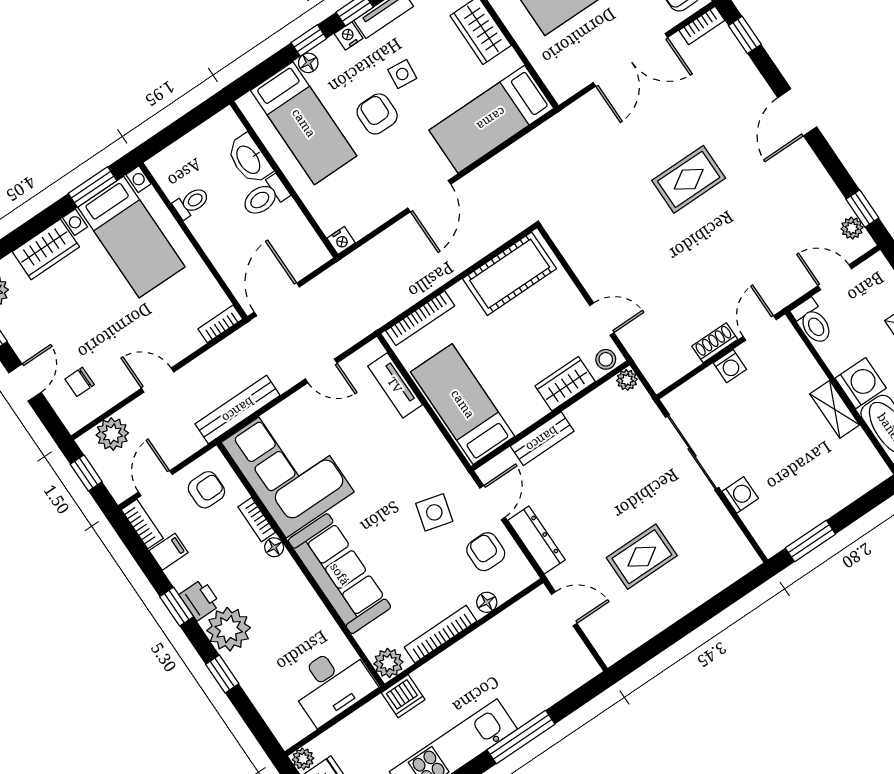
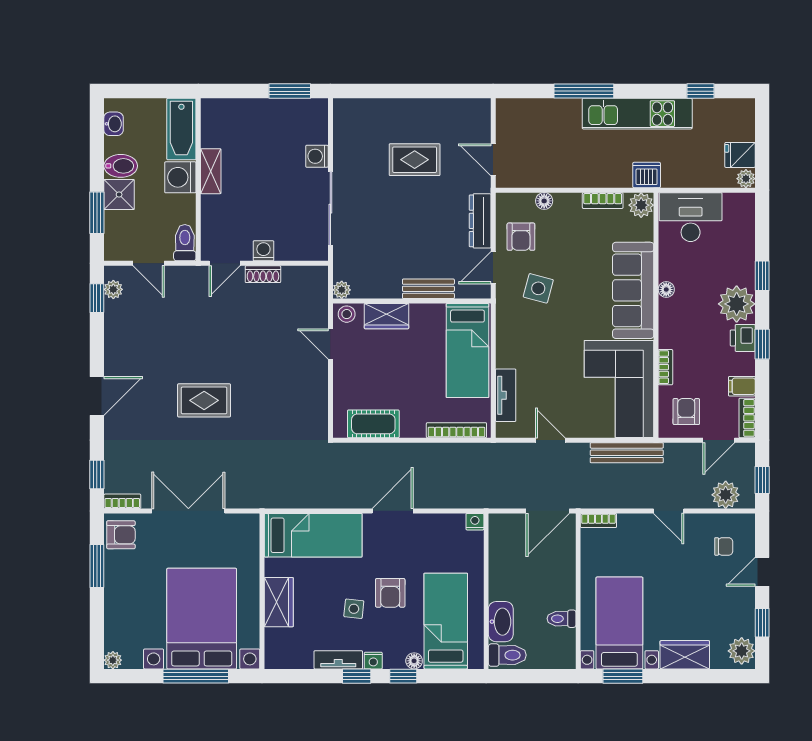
toilet: (265, 197) -> (507, 655), moved
cot: (510, 274) -> (373, 424), width x0.73, depth x0.75
armchair: (206, 490) -> (686, 412), turned 90
floor lamp: (274, 547) -> (666, 290), moved
bookcase: (441, 634) -> (603, 201), width x0.64

